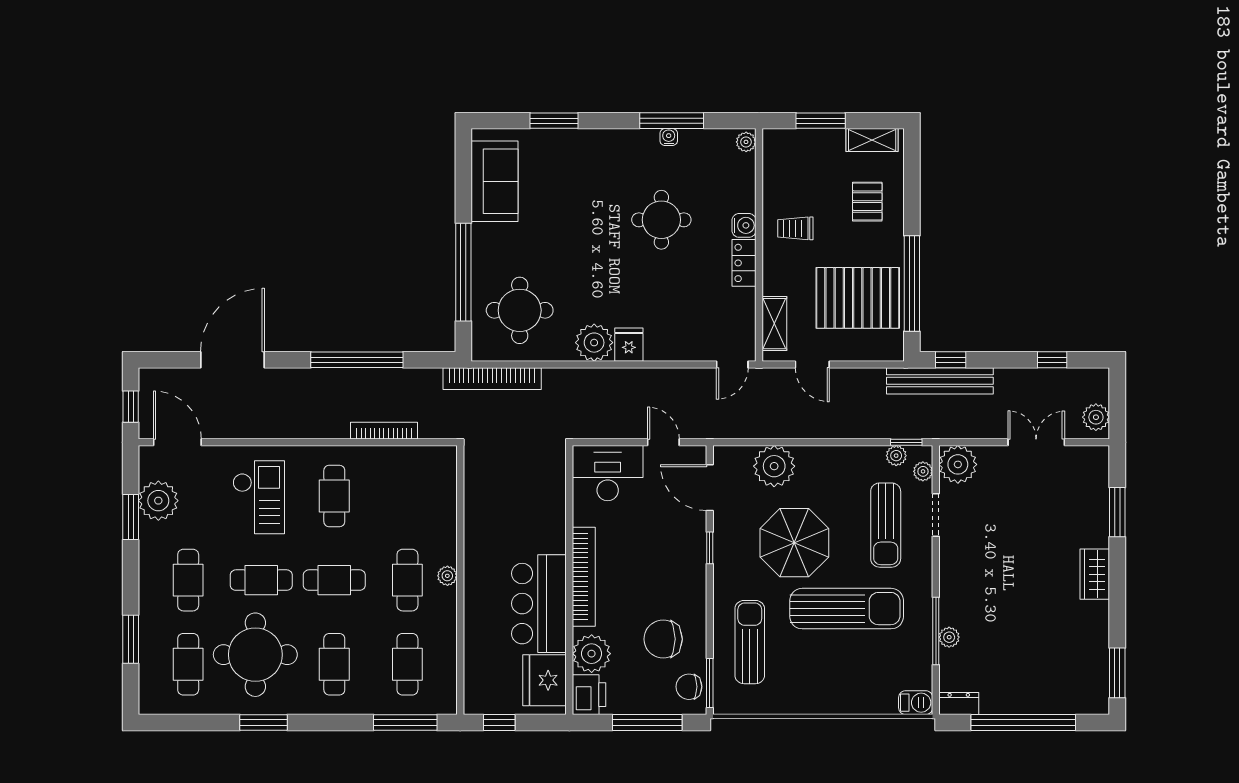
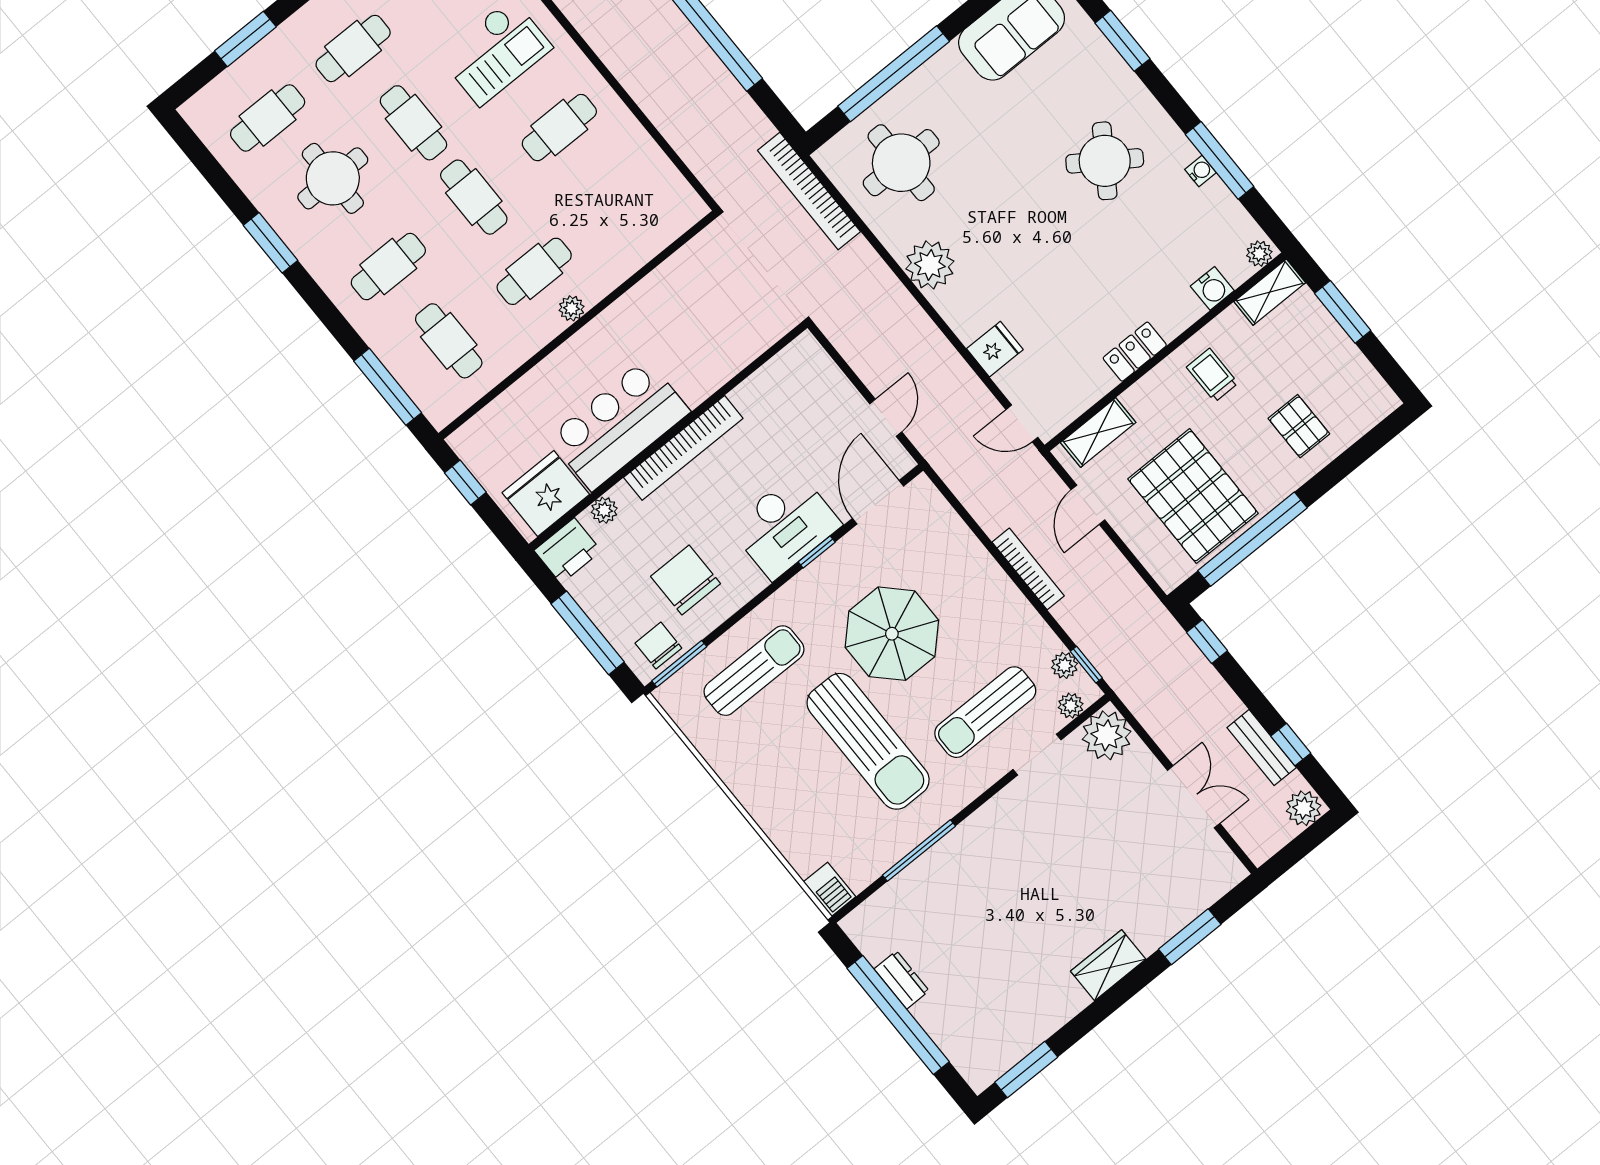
shelving: (872, 140) -> (1270, 292), moved, turned 90
pallet: (867, 202) -> (1299, 426), turned 90
round table: (661, 220) -> (1105, 161), moved, turned 34
water cooler: (744, 225) -> (1212, 288), moved
fridge: (629, 345) -> (995, 349), moved
bench: (940, 381) -> (1262, 748), moved, width x0.54, depth x0.82
plant: (1096, 417) -> (1304, 808), moved
bookcase: (384, 431) -> (1028, 569), moved
plant: (774, 466) -> (953, 550), removed
desk: (608, 473) -> (785, 526), moved, turned 90
plant: (949, 637) -> (924, 869), removed
plant: (592, 654) -> (604, 510), width x0.53, depth x0.53
round table: (255, 655) -> (333, 178), width x0.73, depth x0.73
cafe table: (407, 664) -> (449, 341), turned 90
dresser: (959, 704) -> (902, 980), moved

